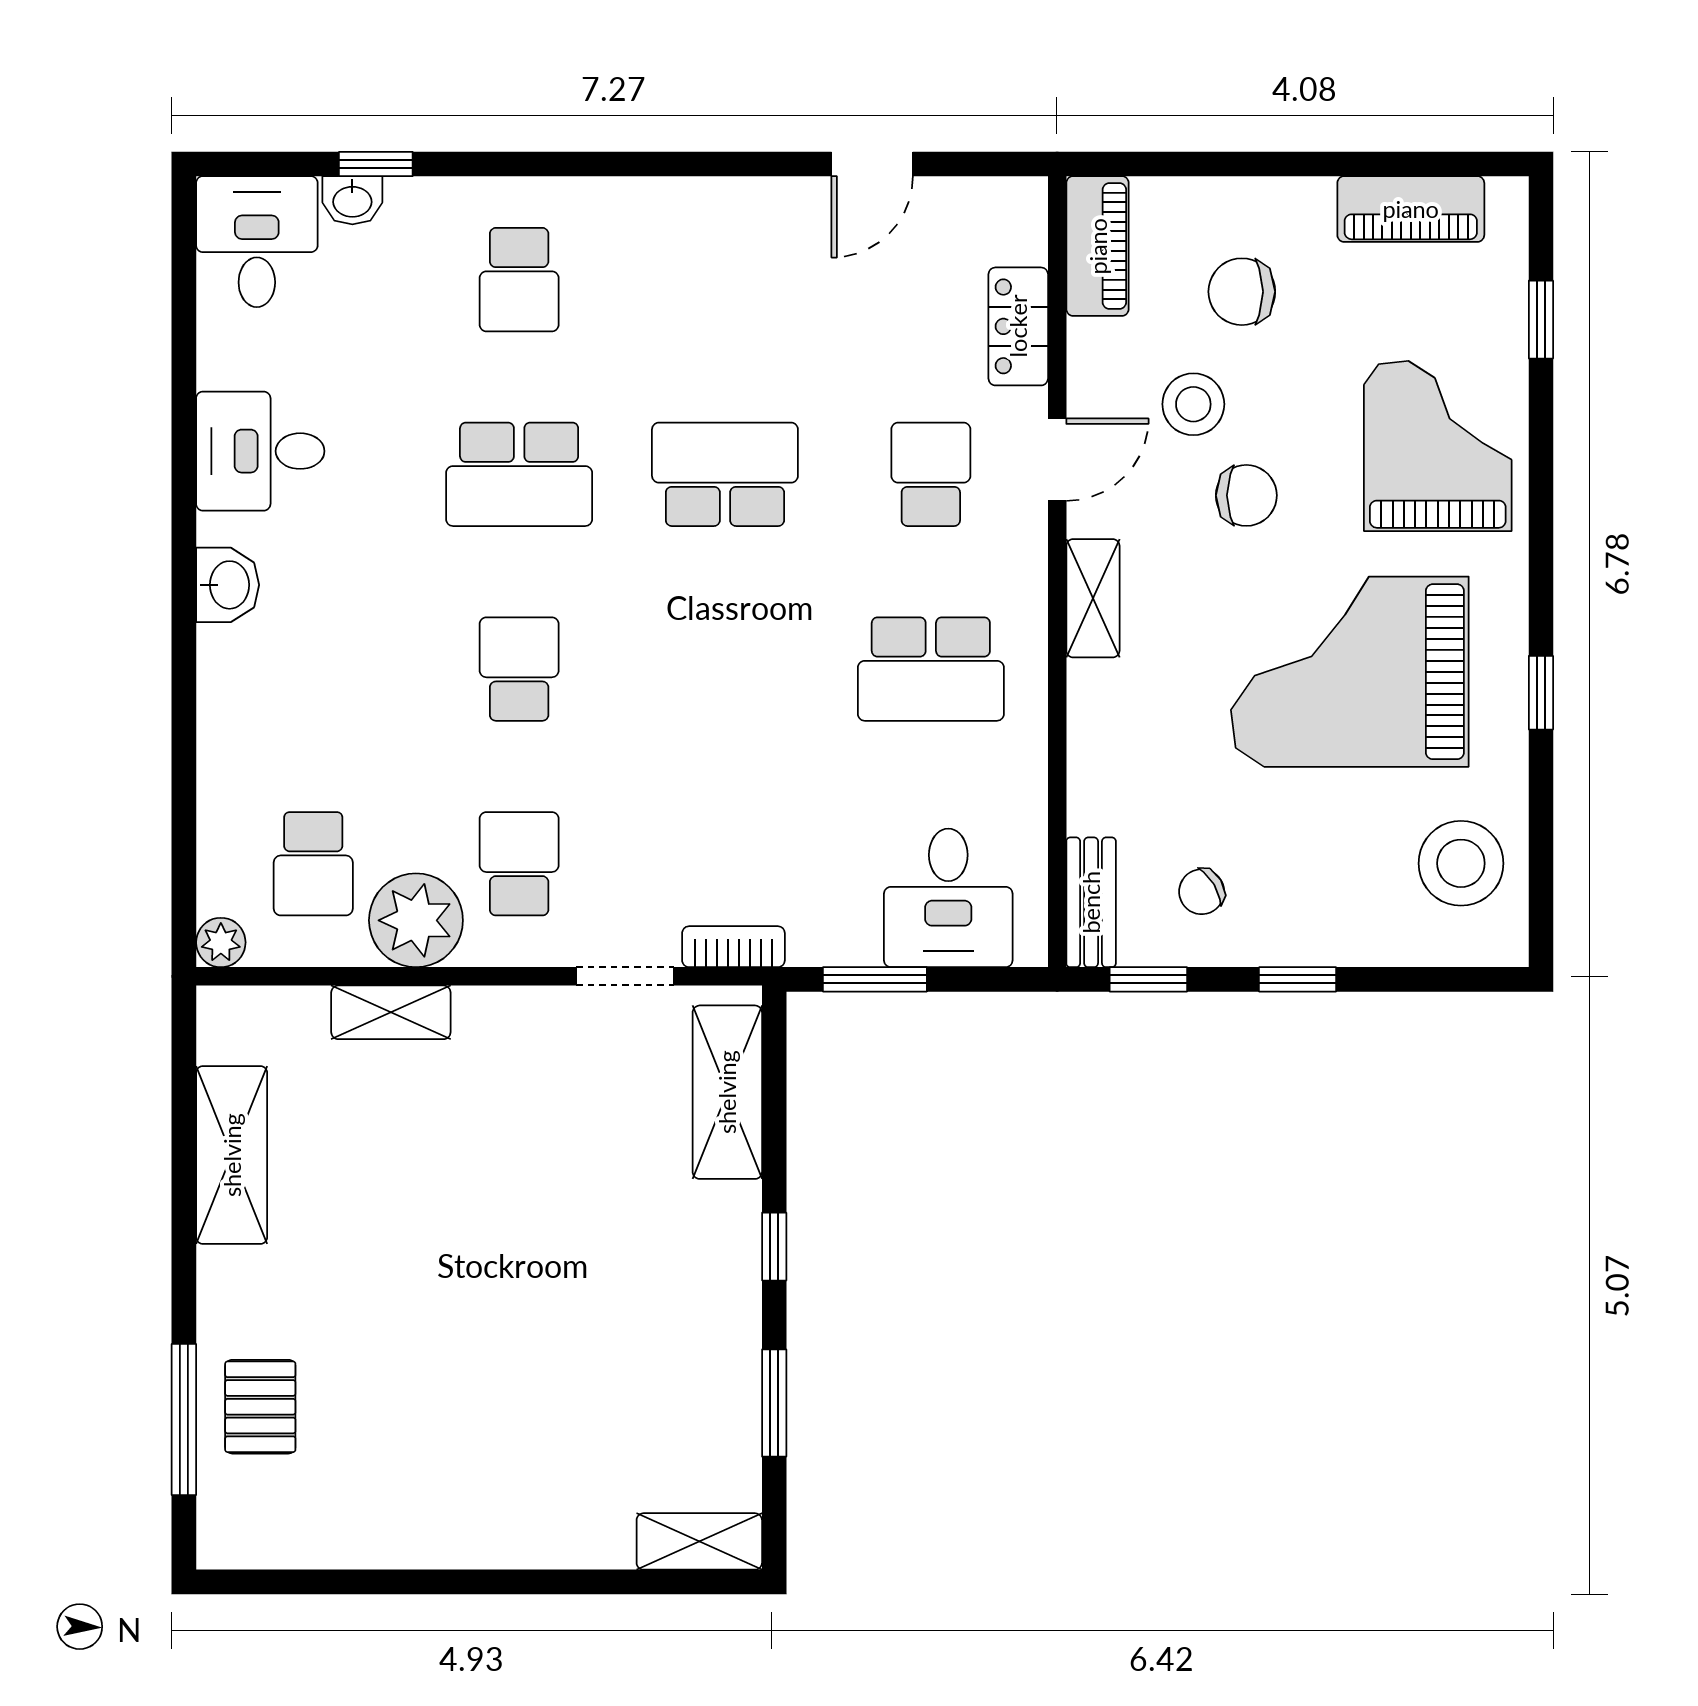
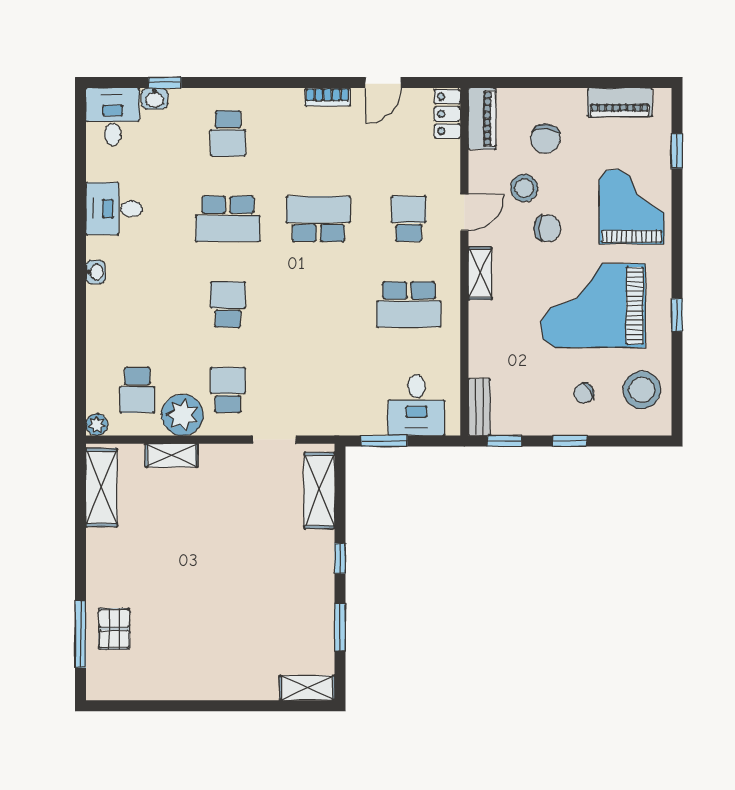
chair: (1242, 292) -> (545, 139), turned -85
locker: (1018, 326) -> (447, 114), moved
washbasin: (228, 585) -> (95, 272), width x0.72, depth x0.69
chair: (1202, 892) -> (584, 393), moved
bookcase: (733, 947) -> (327, 97), moved, turned 180
shelving: (232, 1155) -> (102, 487), moved

